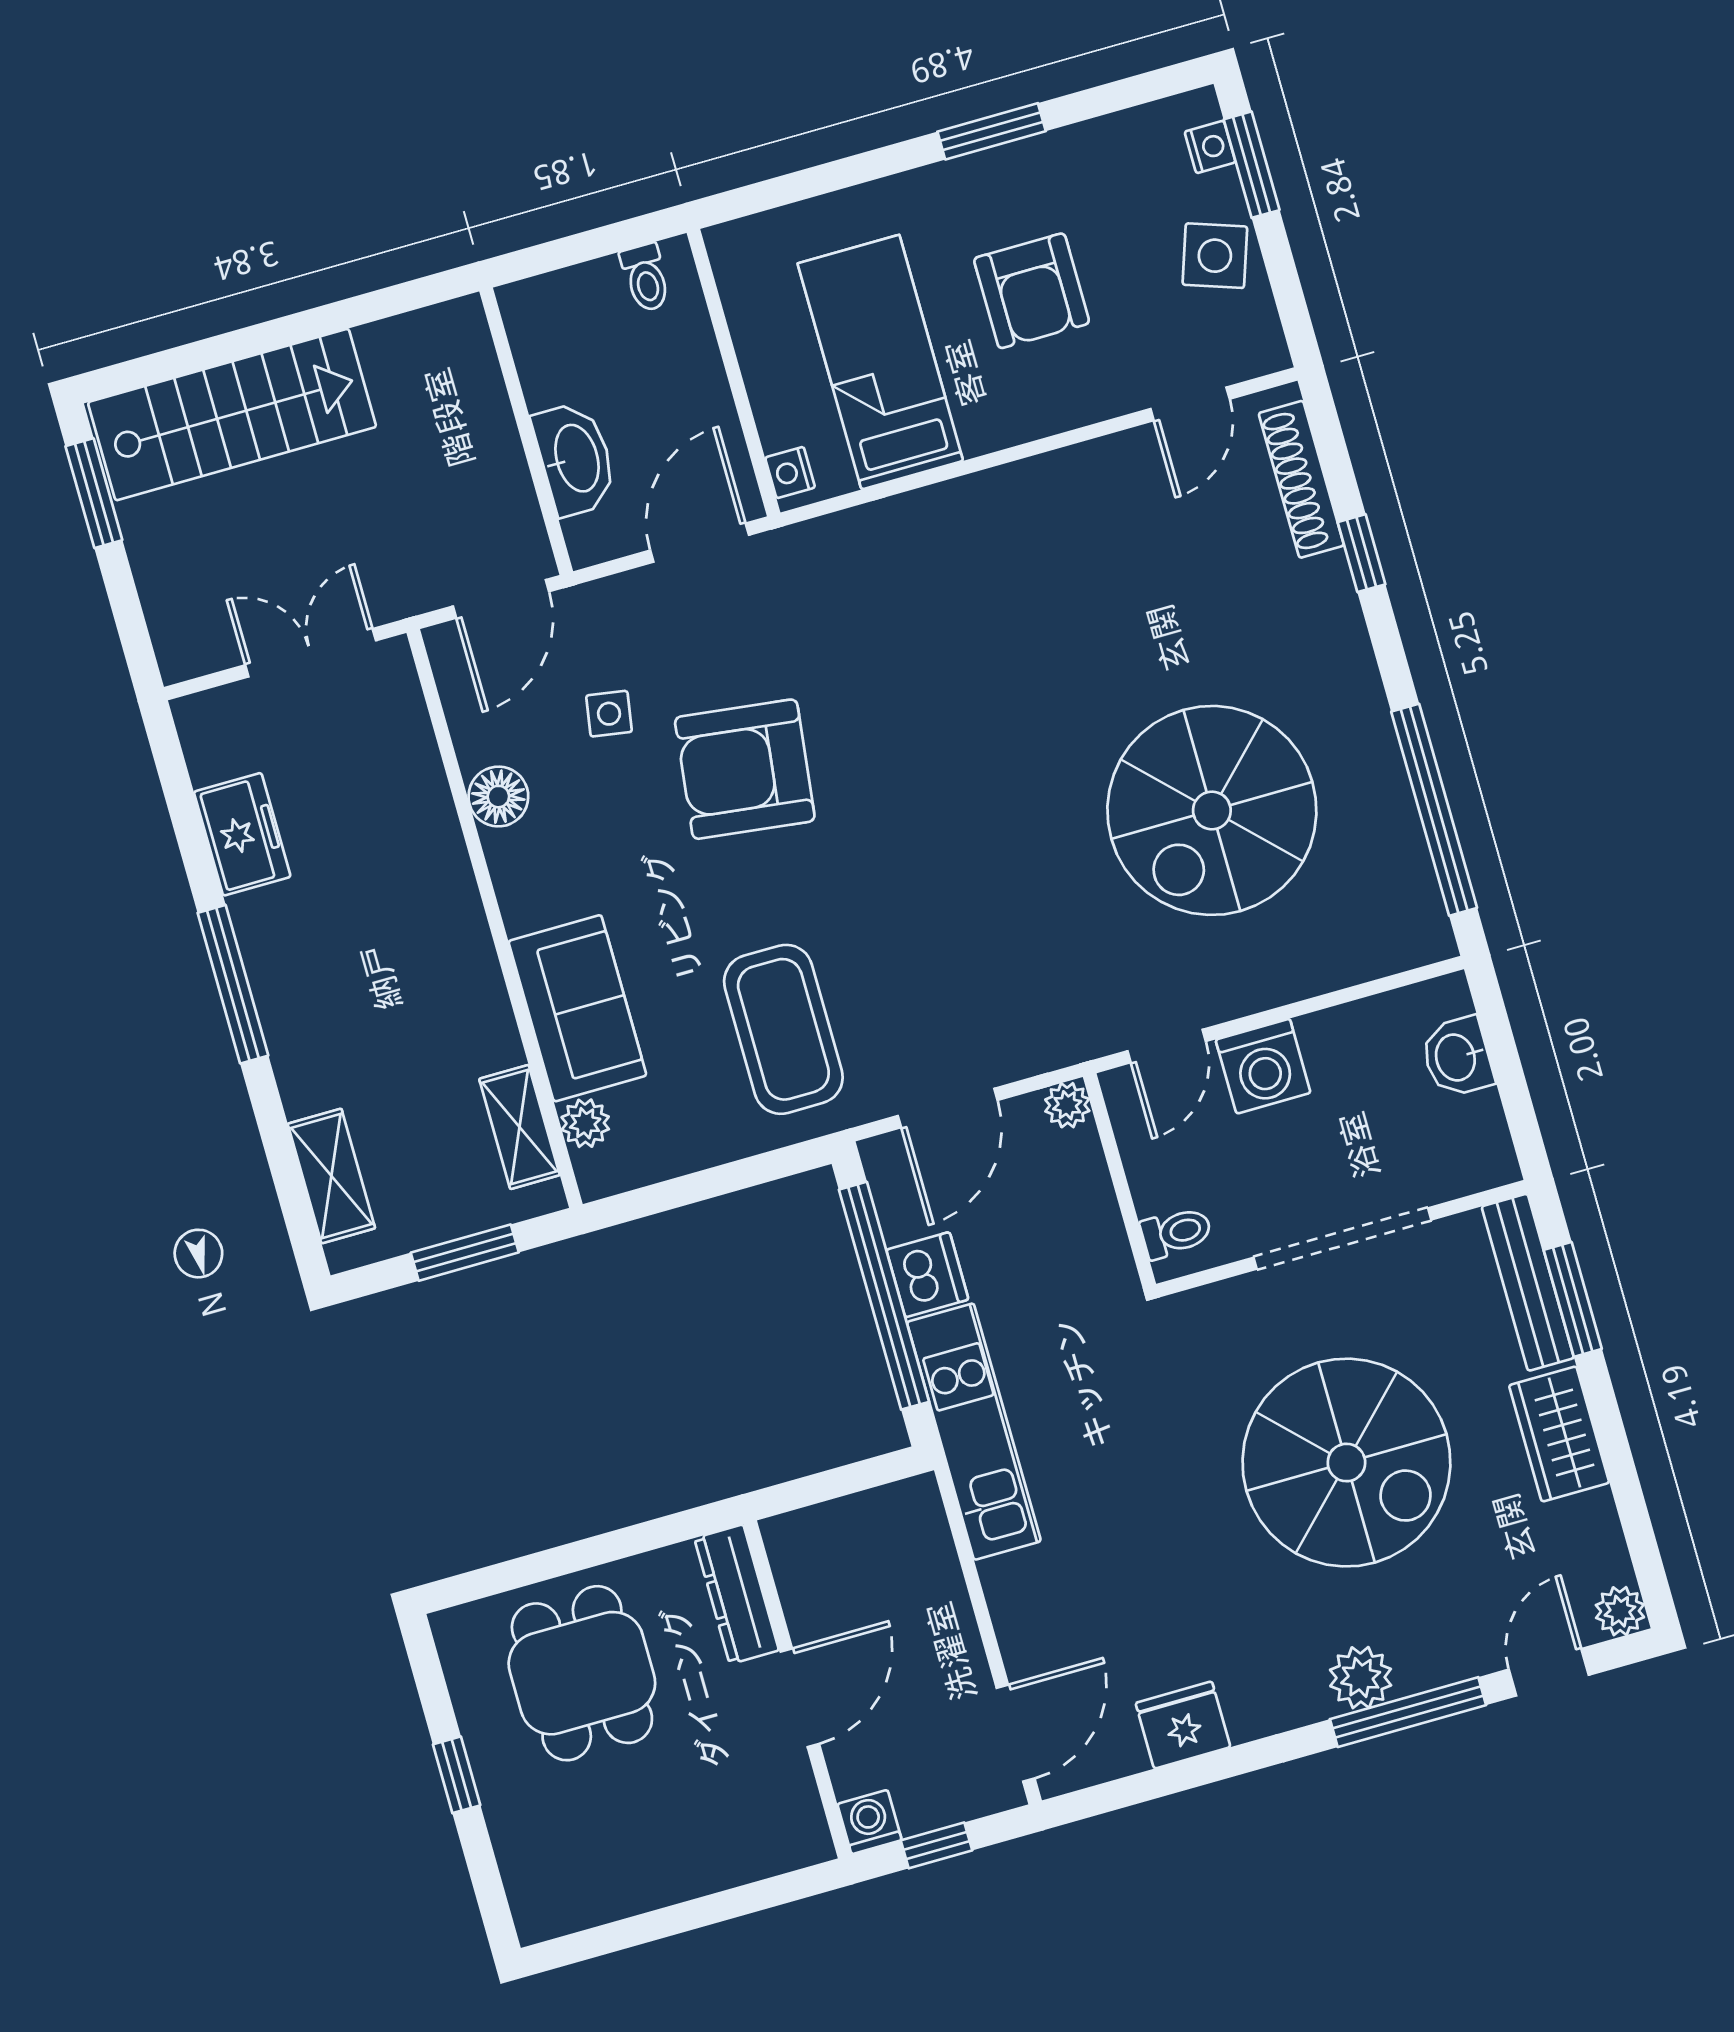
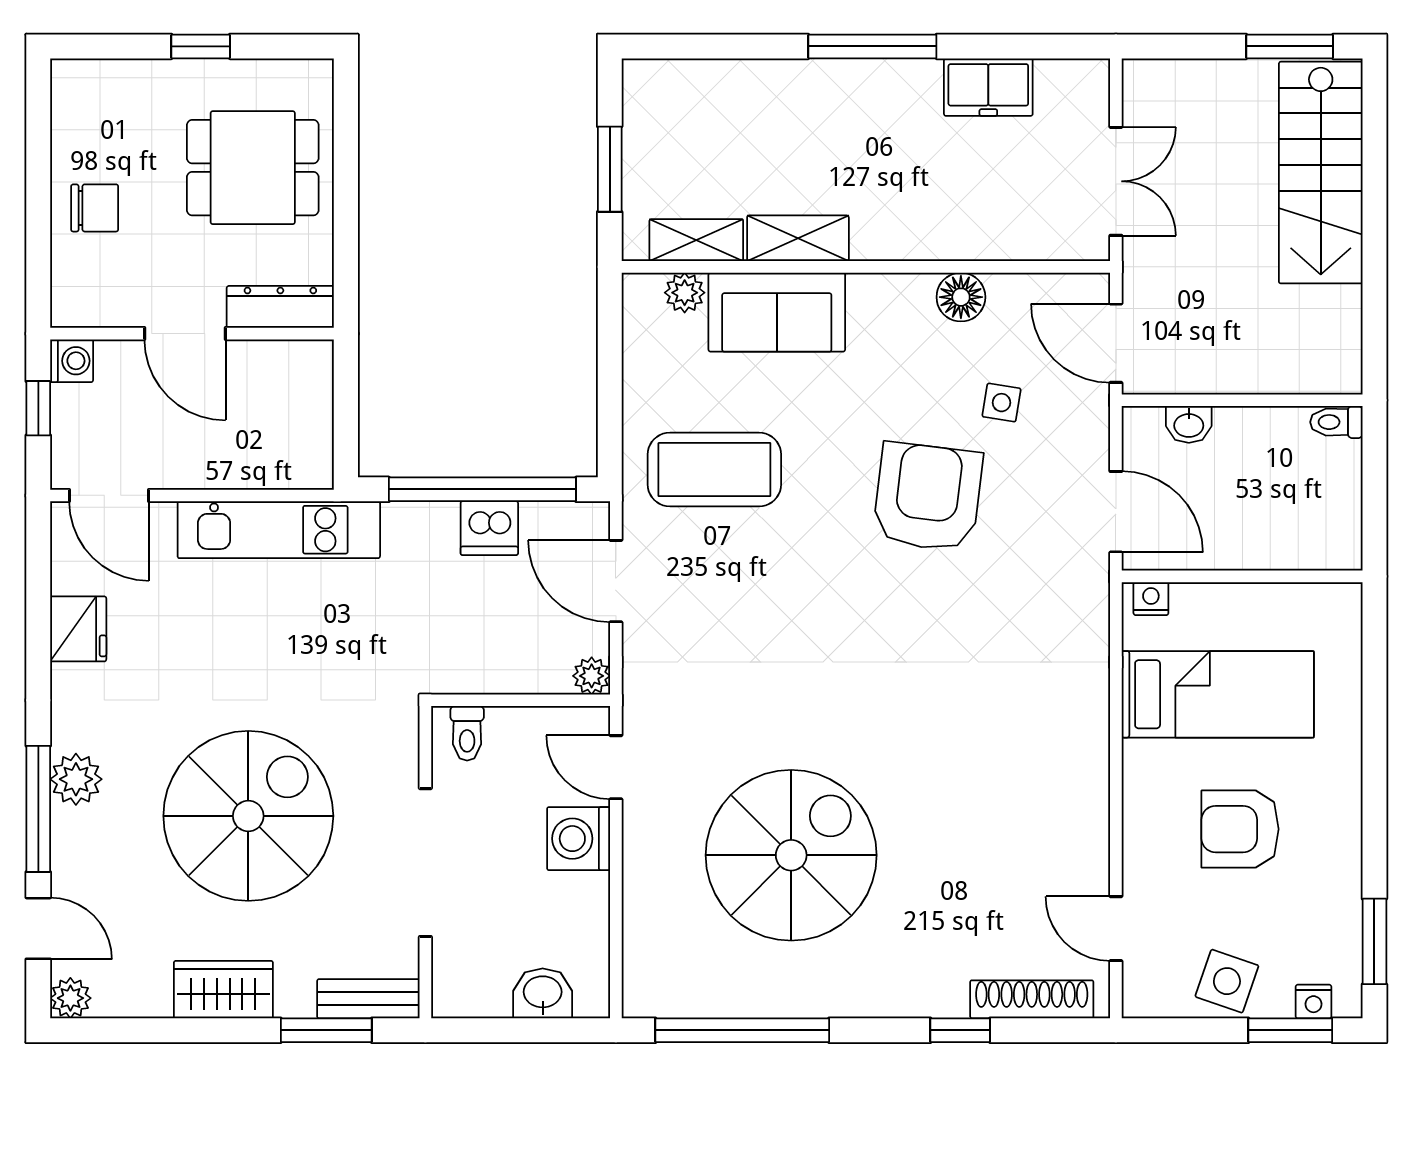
window: (992, 131) -> (1374, 941), moved
toilet: (646, 278) -> (1336, 422), moved
washbasin: (575, 459) -> (1189, 424), width x0.52, depth x0.69
spiral stairs: (1212, 810) -> (791, 855), turned 90
shelving: (331, 1176) -> (798, 238), moved
bench: (1528, 1282) -> (368, 999), width x0.73
kitchen unit: (974, 1432) -> (279, 530), moved
spiral stairs: (1346, 1463) -> (248, 816), turned 180
chair: (682, 1846) -> (95, 208), added

